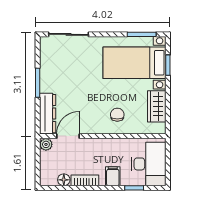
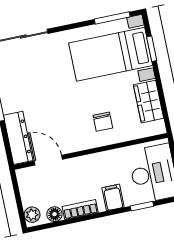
chair: (117, 115) -> (103, 122), turned 180
door: (68, 136) -> (48, 160), hinge flipped
plant: (46, 144) -> (32, 215), moved

